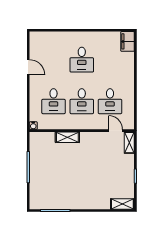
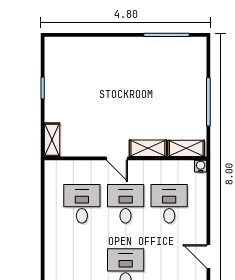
door: (116, 131) -> (117, 158), moved
shelving: (122, 204) -> (186, 148), moved

